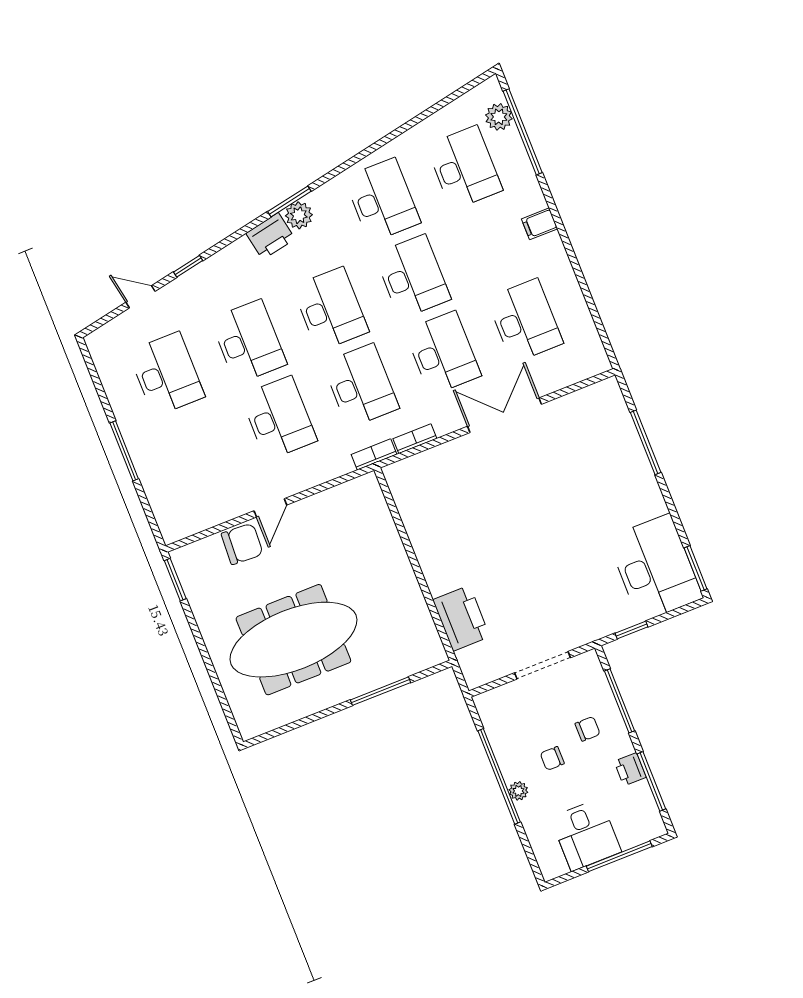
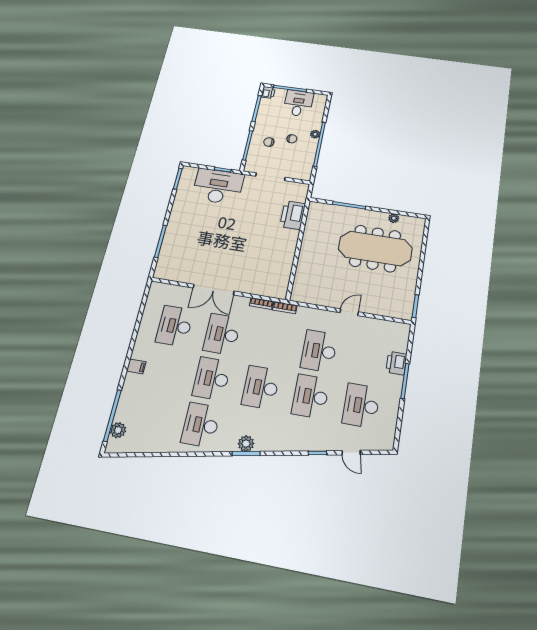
desk: (464, 168) -> (151, 416), removed
printer: (271, 236) -> (396, 363), moved, turned -79
desk: (361, 386) -> (270, 343), removed
chair: (242, 544) -> (373, 304), removed
desk: (655, 568) -> (218, 186), moved, turned 90
plant: (295, 711) -> (394, 218), added
printer: (630, 769) -> (268, 92), moved

